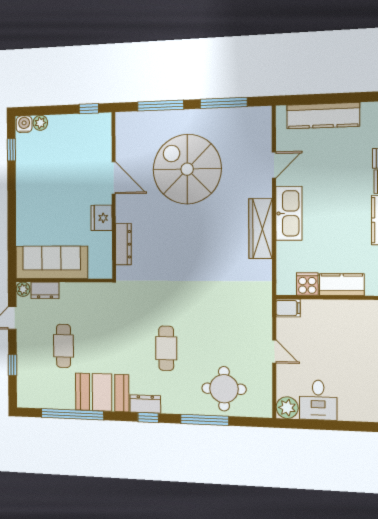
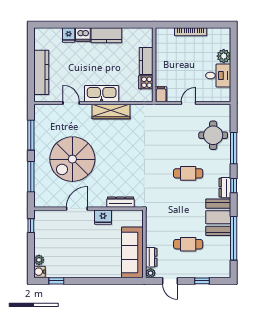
plant: (287, 408) -> (224, 56), moved

